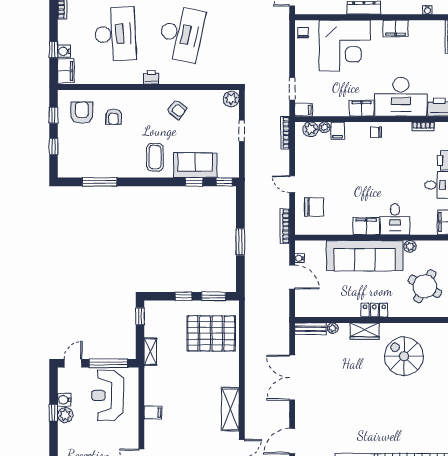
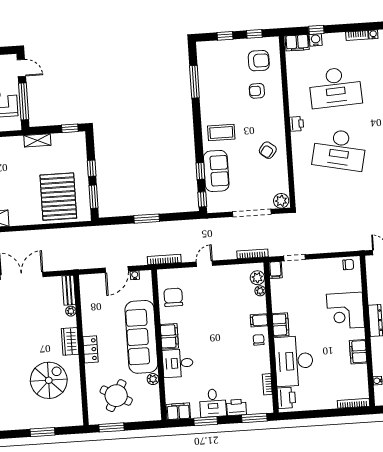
corner desk: (345, 46) -> (345, 311), width x0.74, depth x0.74
doorway: (242, 131) -> (252, 213), width x1.88
filing cabinet: (338, 131) -> (259, 320), moved
chair: (314, 207) -> (173, 297), moved, turned 180

